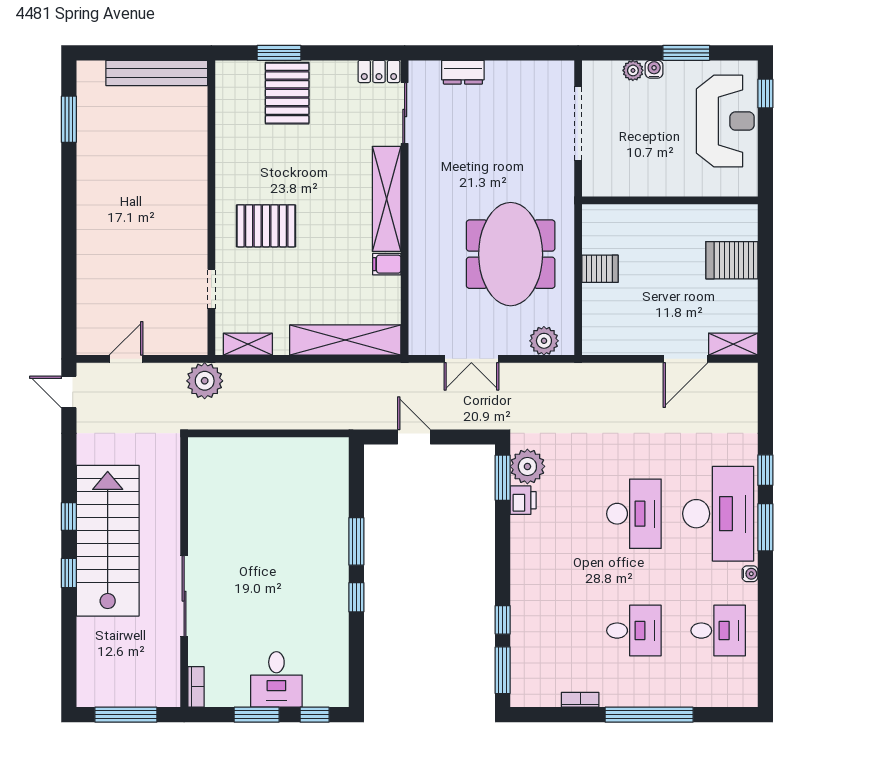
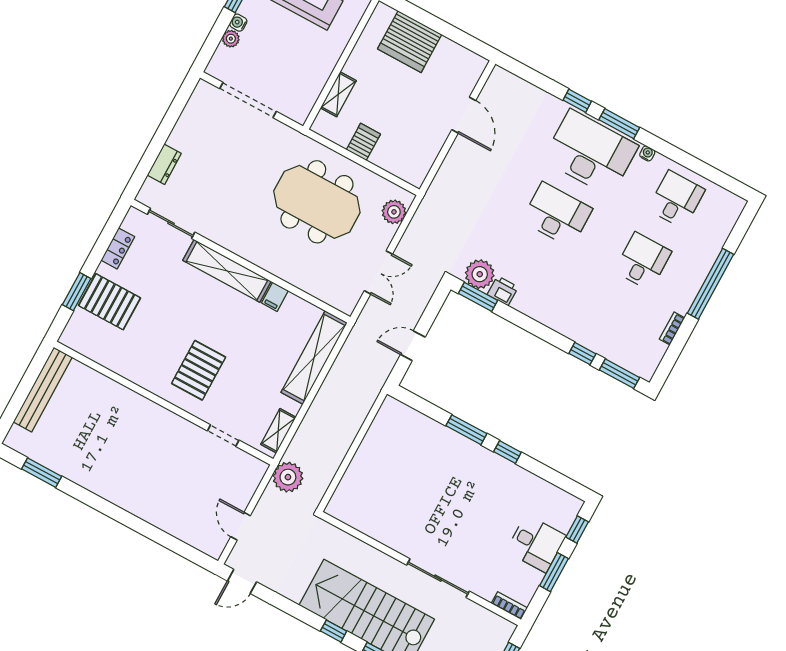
locker: (379, 71) -> (118, 248), moved
server rack: (732, 260) -> (410, 42), width x1.60
shelving: (733, 344) -> (338, 94), moved

